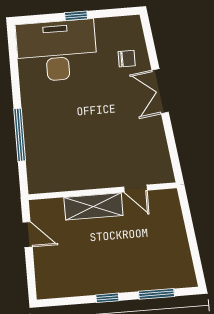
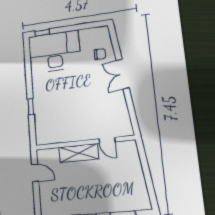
window: (76, 16) -> (42, 33), moved
window: (20, 135) -> (31, 107), width x0.46

